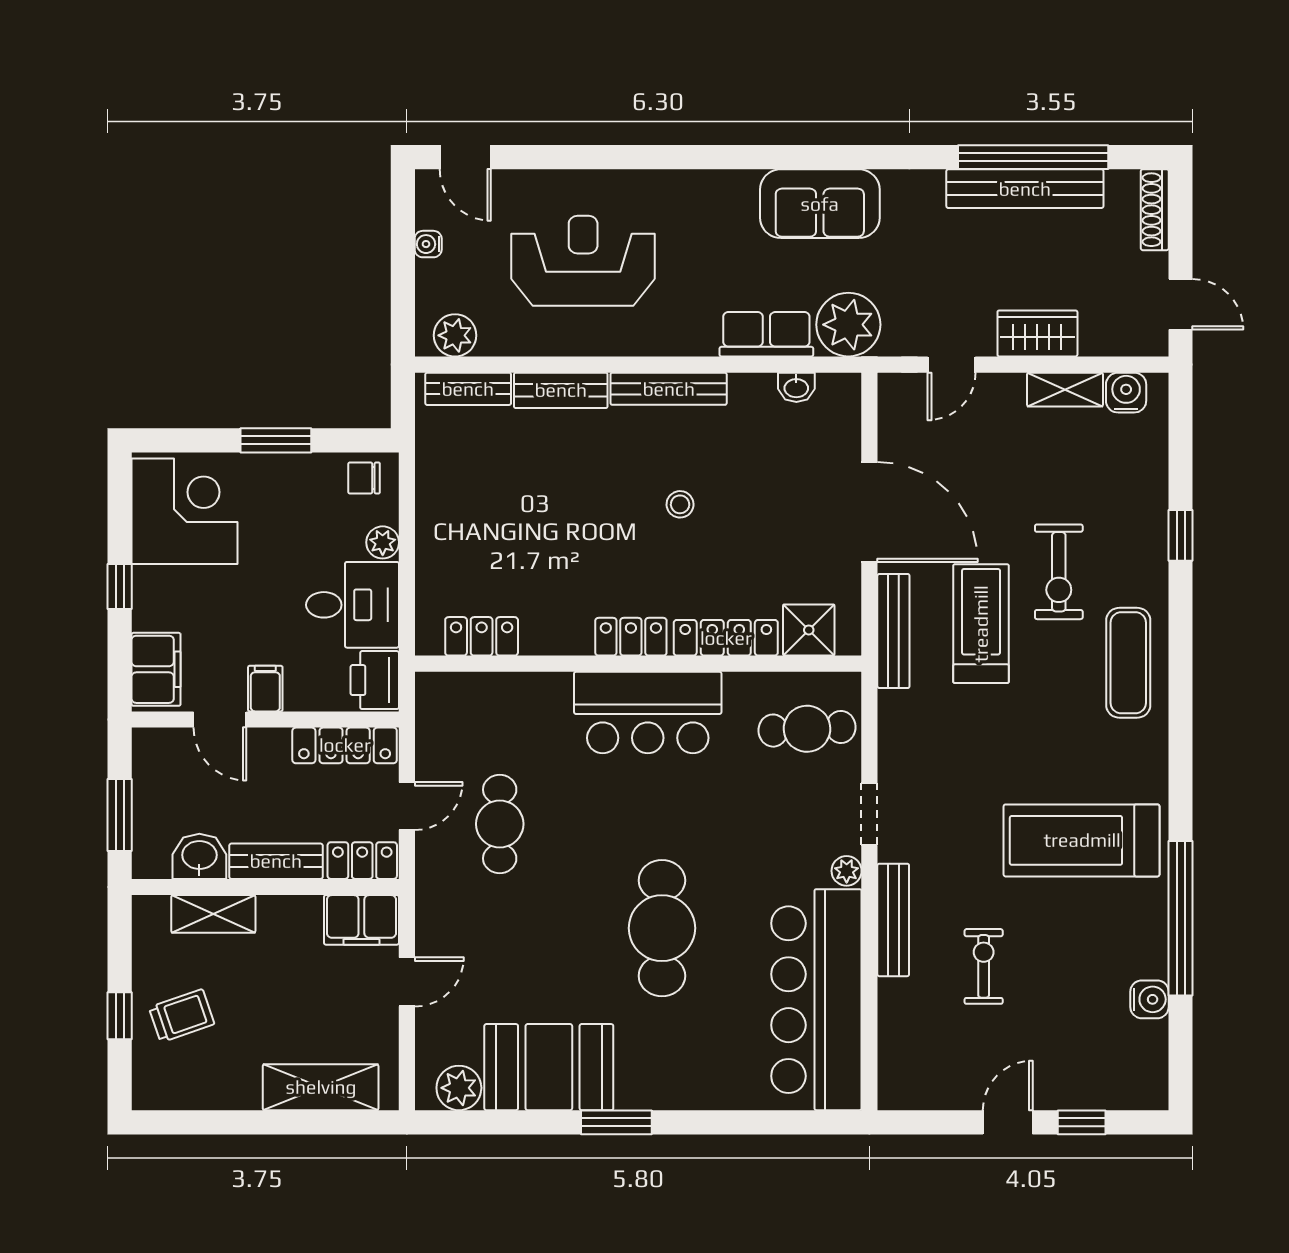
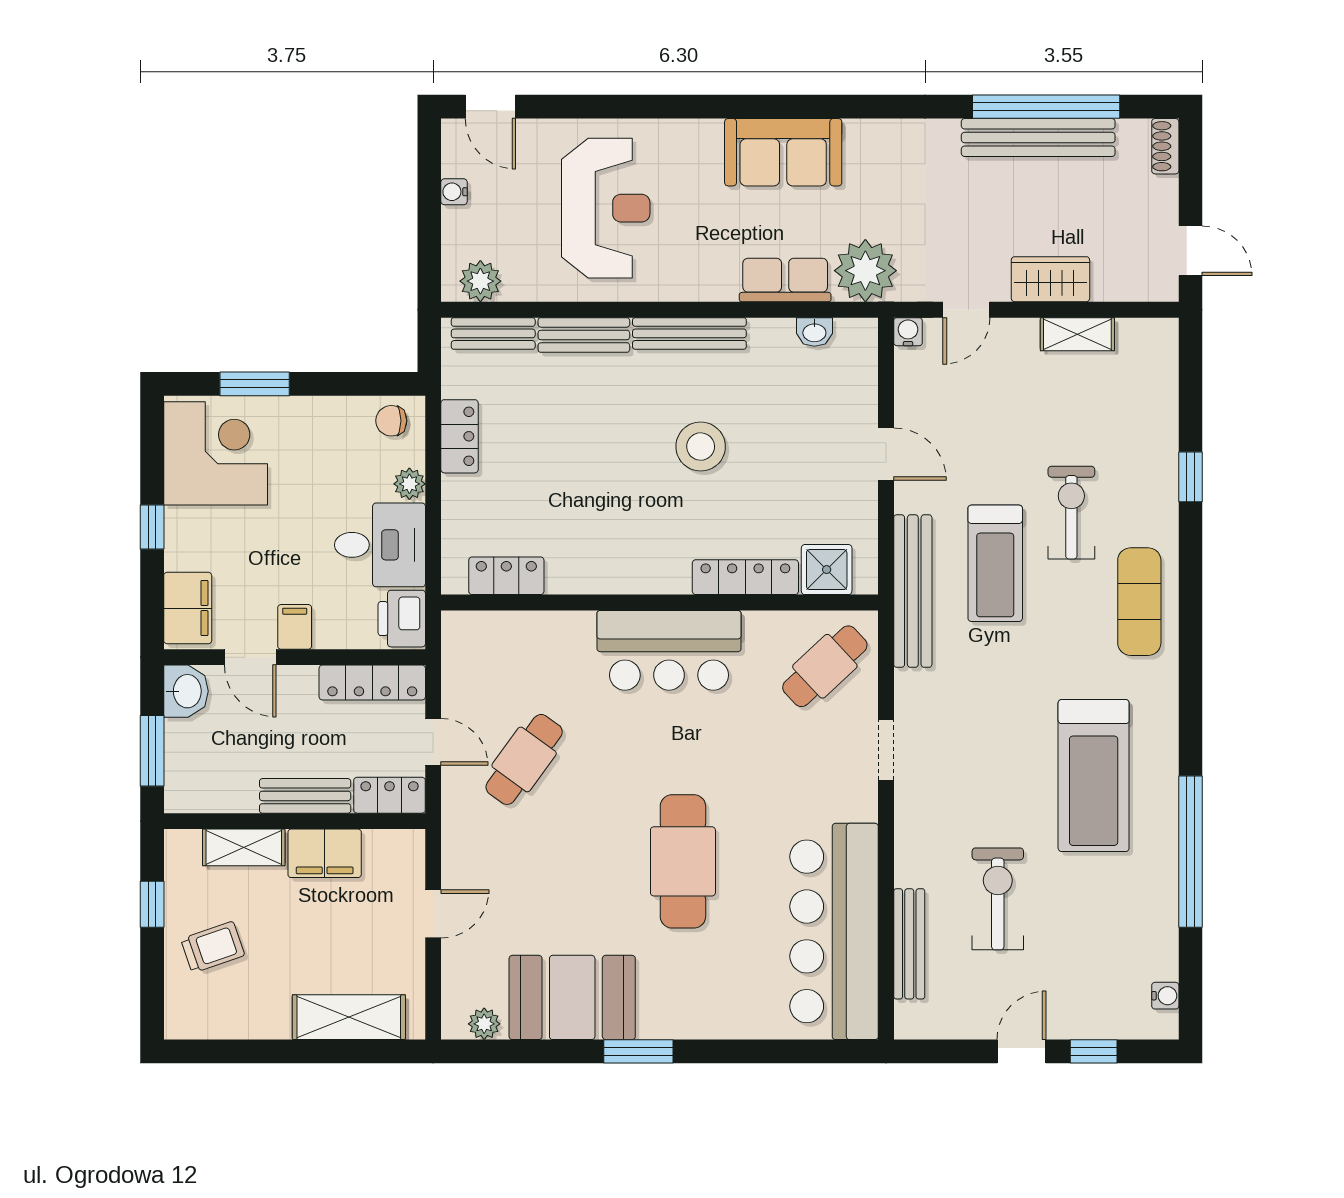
sofa: (820, 204) -> (783, 152), moved
shoe rack: (1155, 210) -> (1165, 146), width x0.70
reception desk: (583, 261) -> (606, 208), turned 90
water cooler: (1126, 393) -> (908, 332), moved, width x0.72, depth x0.72
window: (276, 440) -> (255, 384), moved
stool: (680, 504) -> (701, 447), width x1.89, depth x1.89
door: (869, 512) -> (886, 454), width x0.53
exercise bike: (1059, 572) -> (1071, 513), turned 180
treadmill: (981, 624) -> (995, 563), turned 180
bench: (893, 631) -> (913, 591), width x1.37, depth x1.21
locker: (631, 637) -> (460, 436), moved, turned 90
cafe table: (807, 729) -> (825, 666), turned -40
door: (407, 806) -> (433, 742), hinge flipped
cafe table: (500, 824) -> (524, 759), turned 36
treadmill: (1082, 840) -> (1094, 776), turned -90
washbasin: (199, 856) -> (186, 691), moved, turned 90
plant: (847, 871) -> (864, 805), removed
filing cabinet: (361, 920) -> (325, 853), moved
bench: (893, 920) -> (909, 944), moved
exercise bike: (984, 966) -> (998, 899), width x1.38, depth x1.39
water cooler: (1149, 999) -> (1165, 996), moved, width x0.72, depth x0.72
window: (120, 1016) -> (152, 904), moved
plant: (459, 1088) -> (484, 1024), width x0.73, depth x0.73

